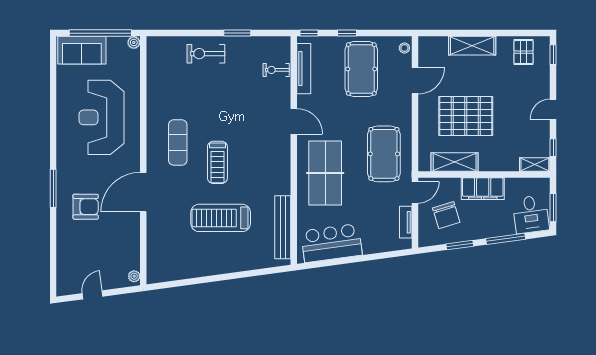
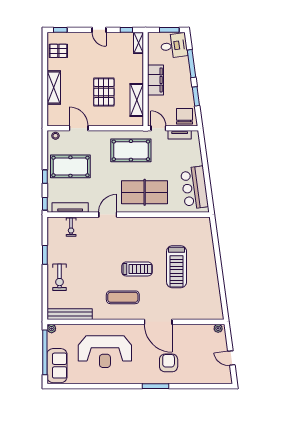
pallet: (466, 116) -> (104, 92), width x0.73, depth x0.71
chair: (446, 215) -> (185, 116), moved, turned -73
bench: (283, 227) -> (70, 314), moved

